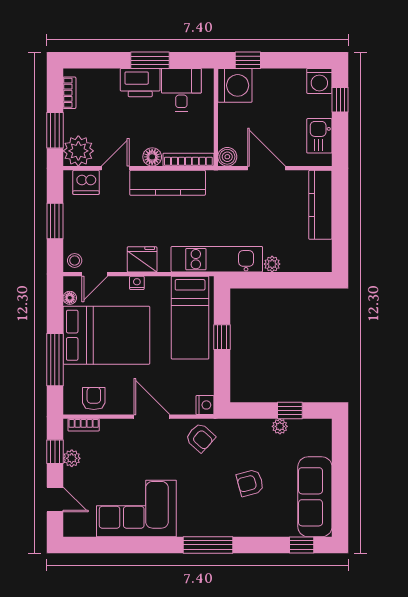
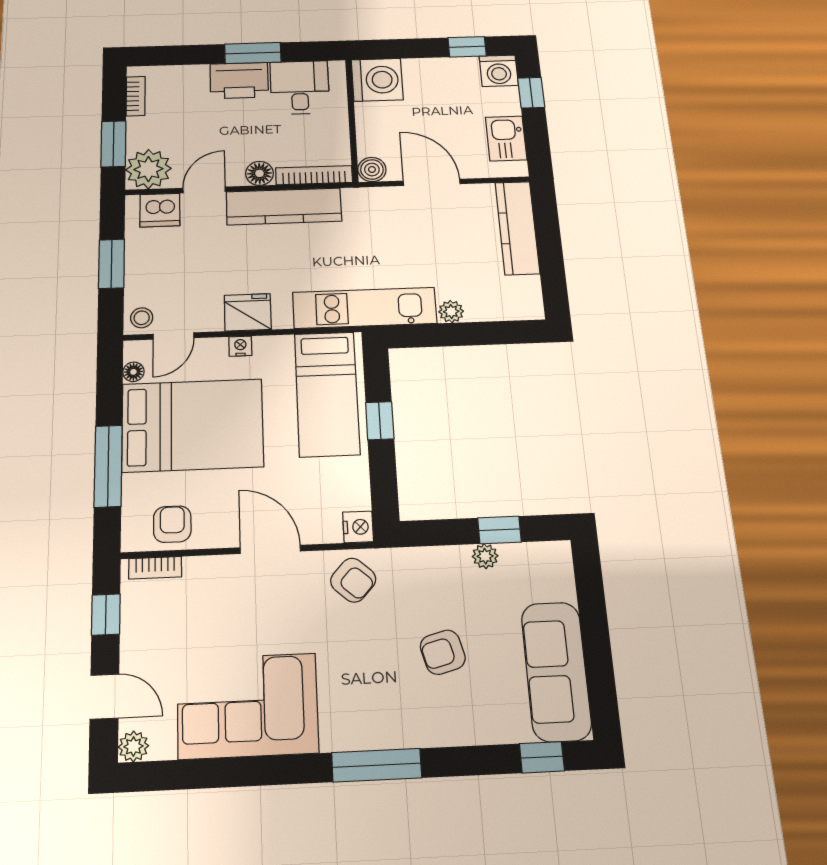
window: (248, 60) -> (467, 47), moved
plant: (72, 458) -> (133, 746), moved

